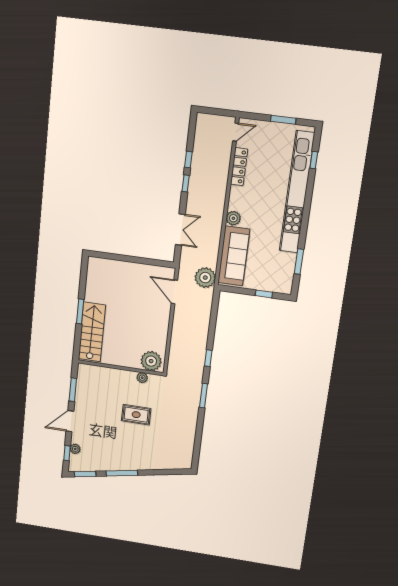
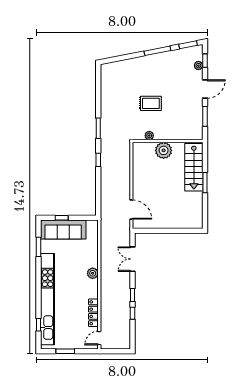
sofa: (234, 256) -> (63, 230), moved, turned -90
plant: (205, 278) -> (109, 224), removed
plant: (151, 361) -> (164, 150), moved

